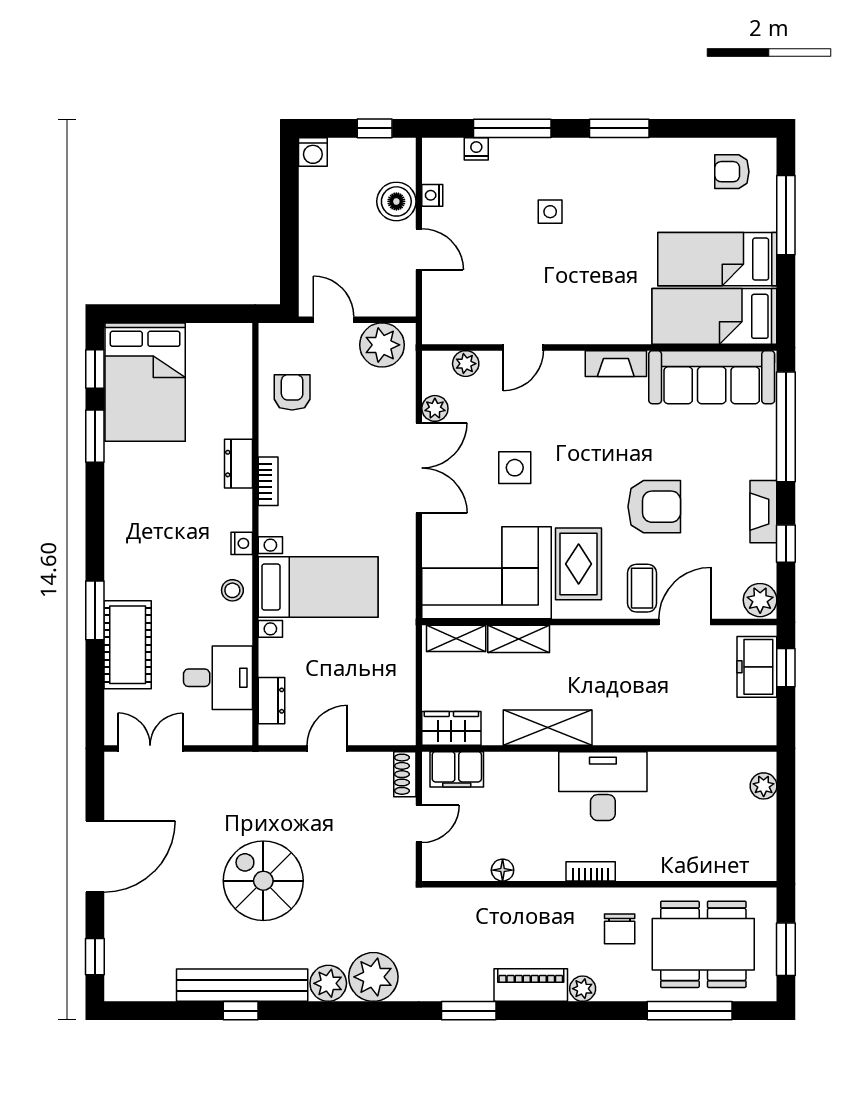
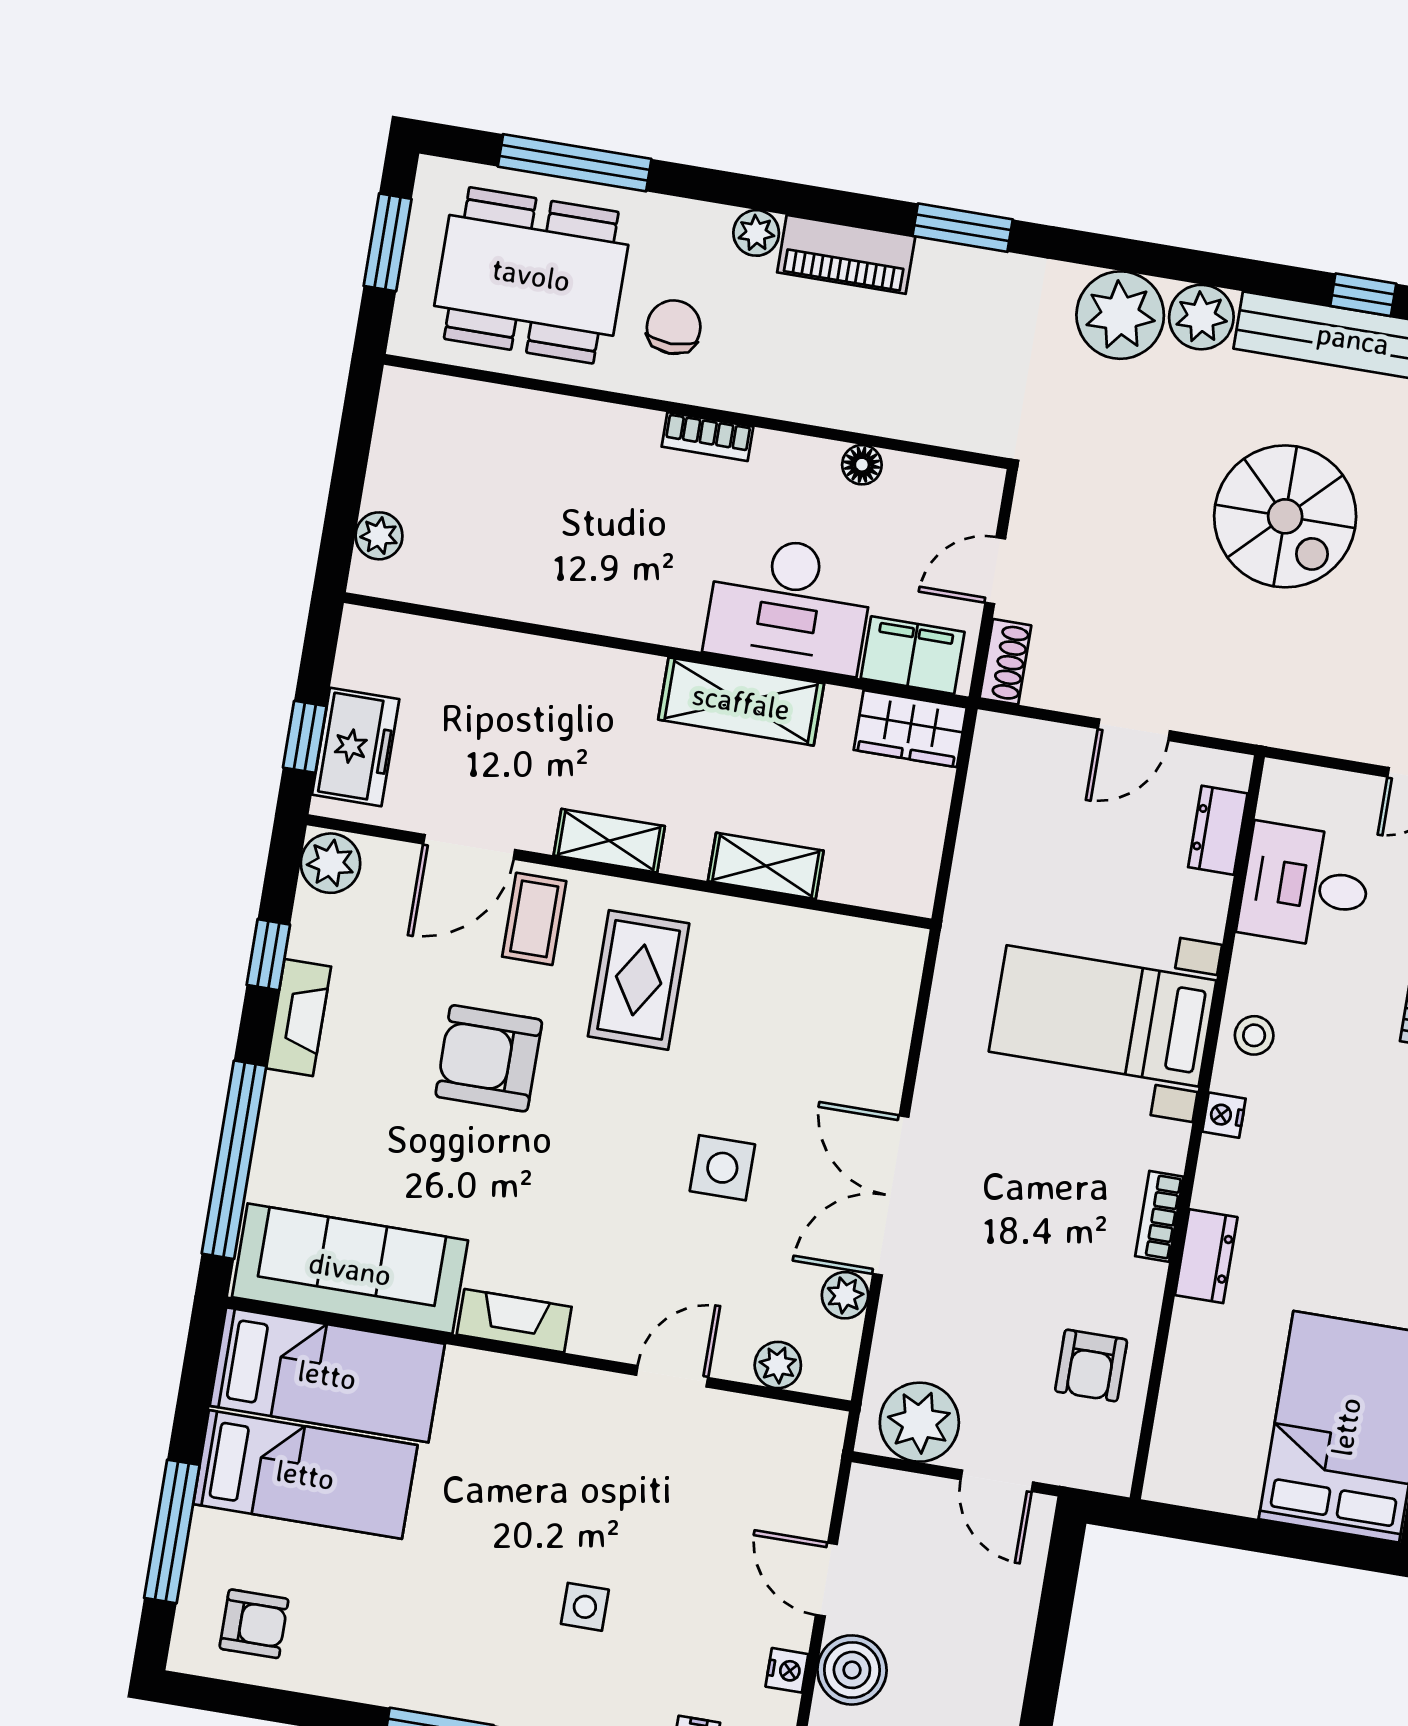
corner sofa: (487, 573) -> (803, 991), removed
shelving: (456, 638) -> (609, 841), moved
desk: (603, 786) -> (789, 604), moved

